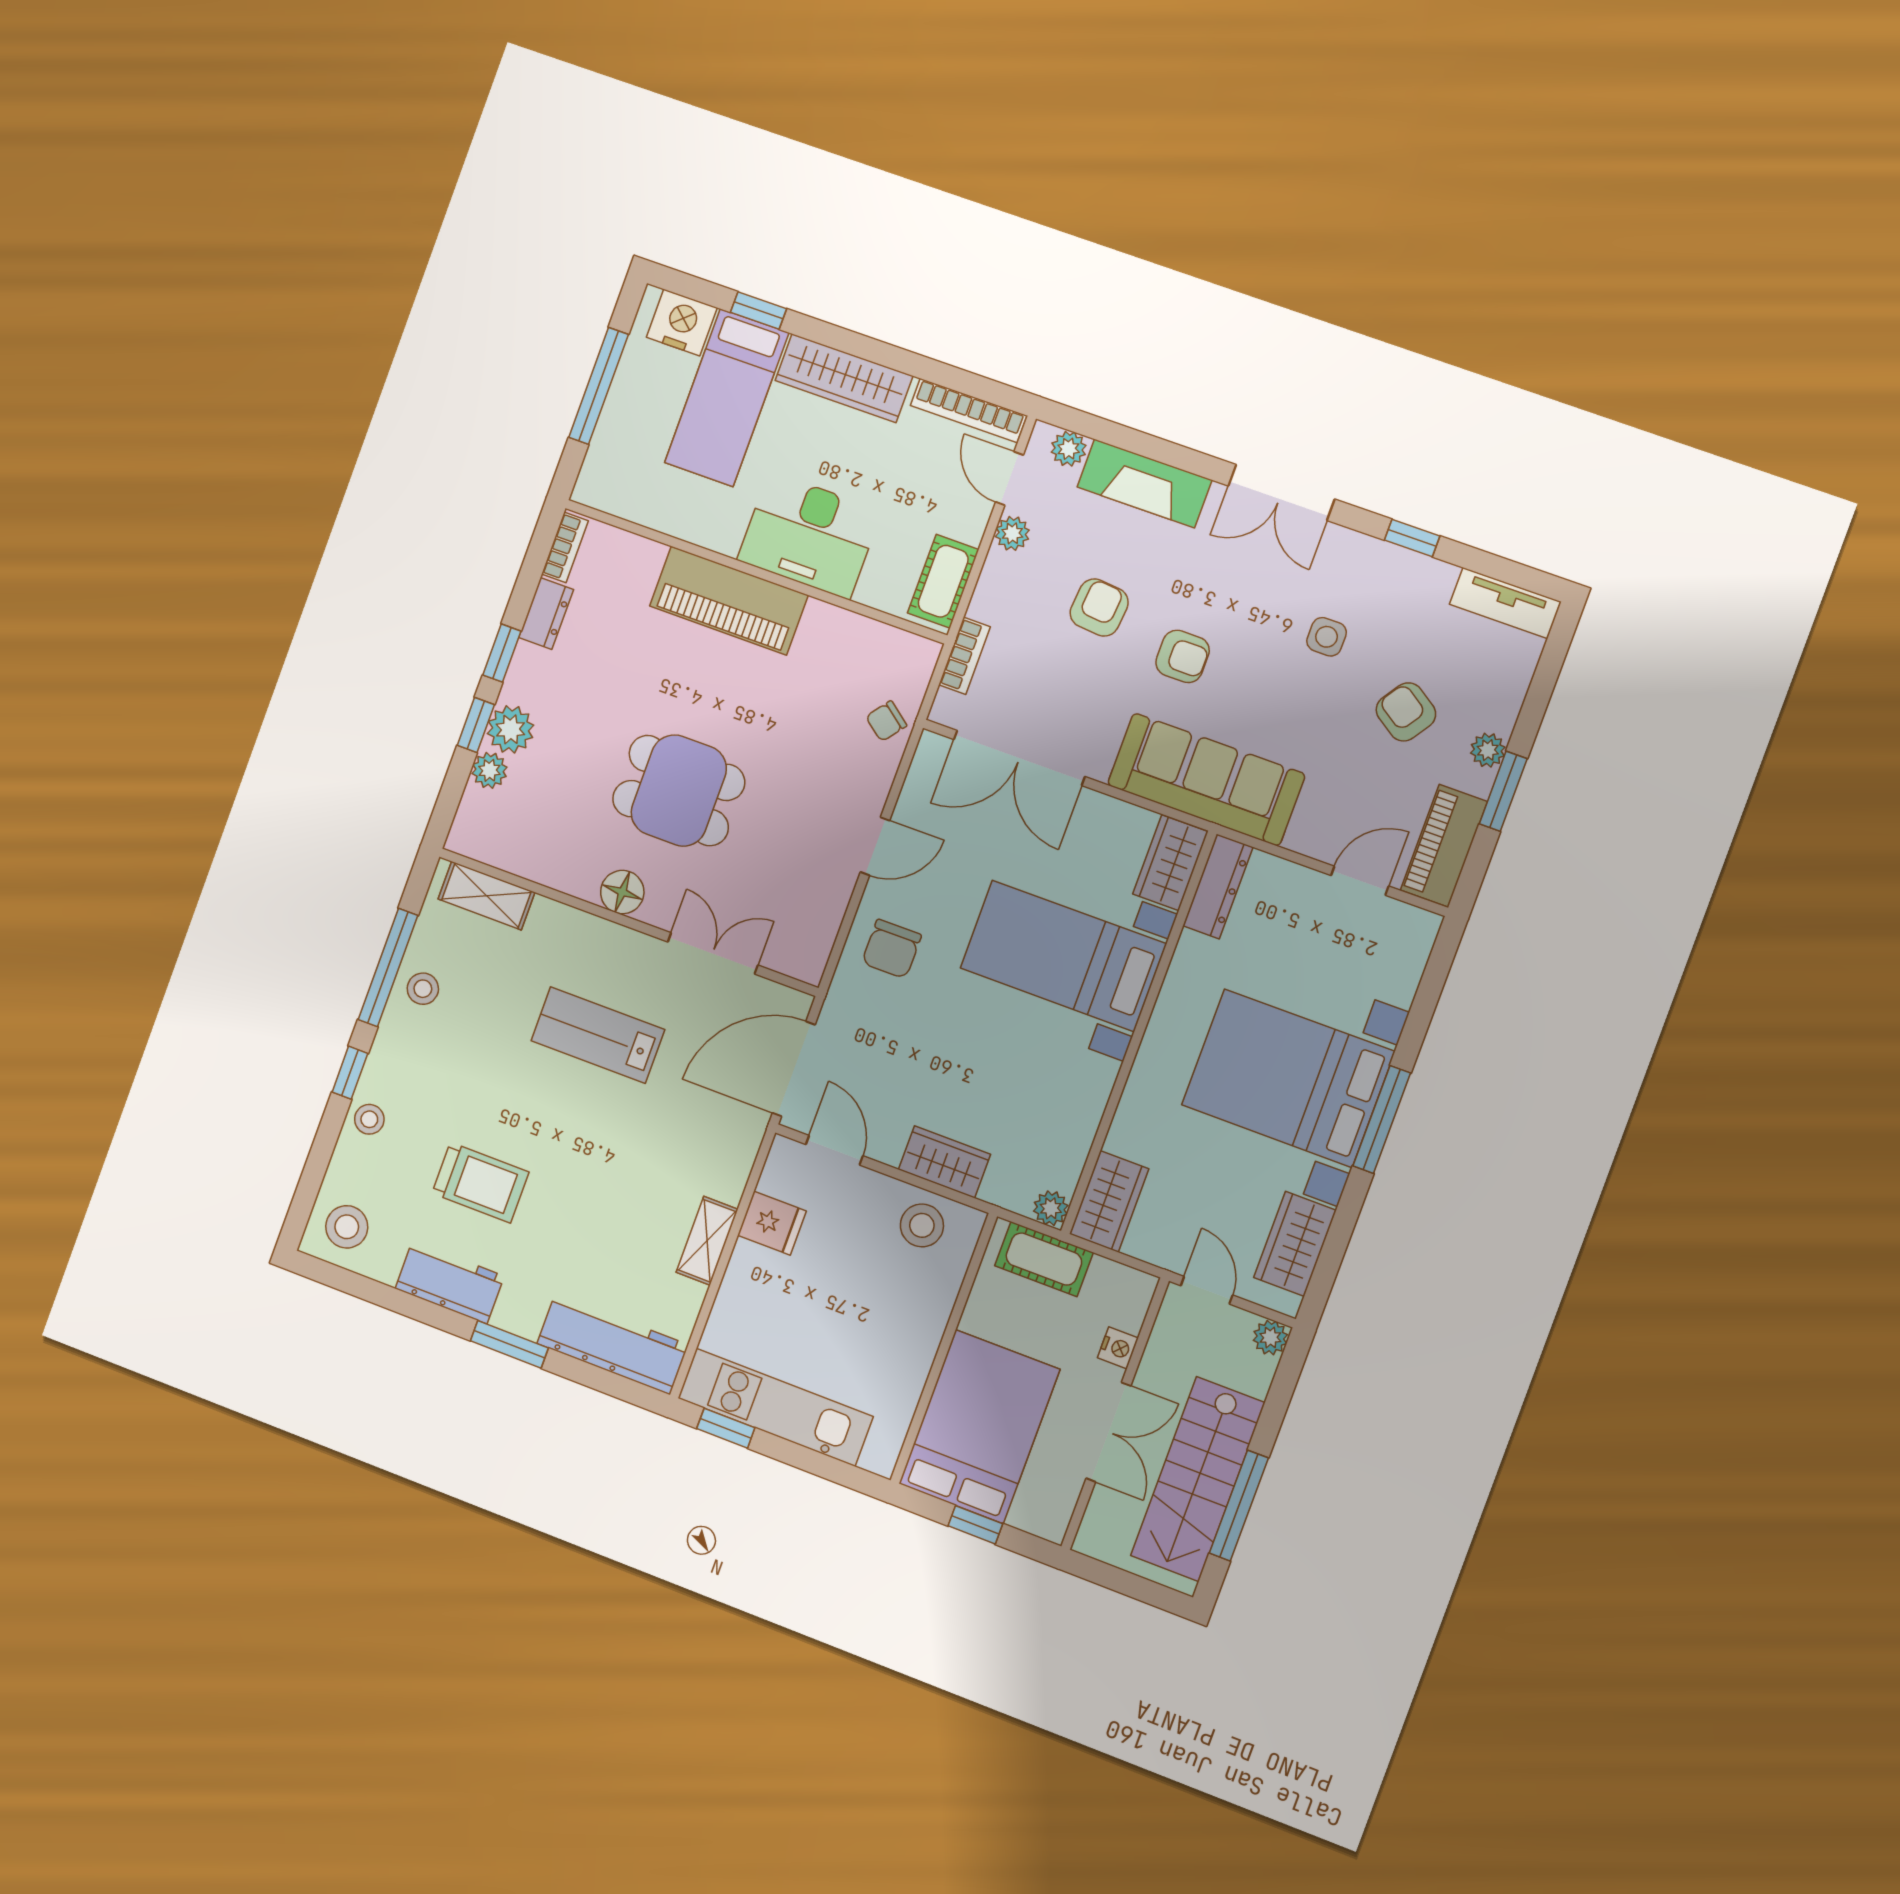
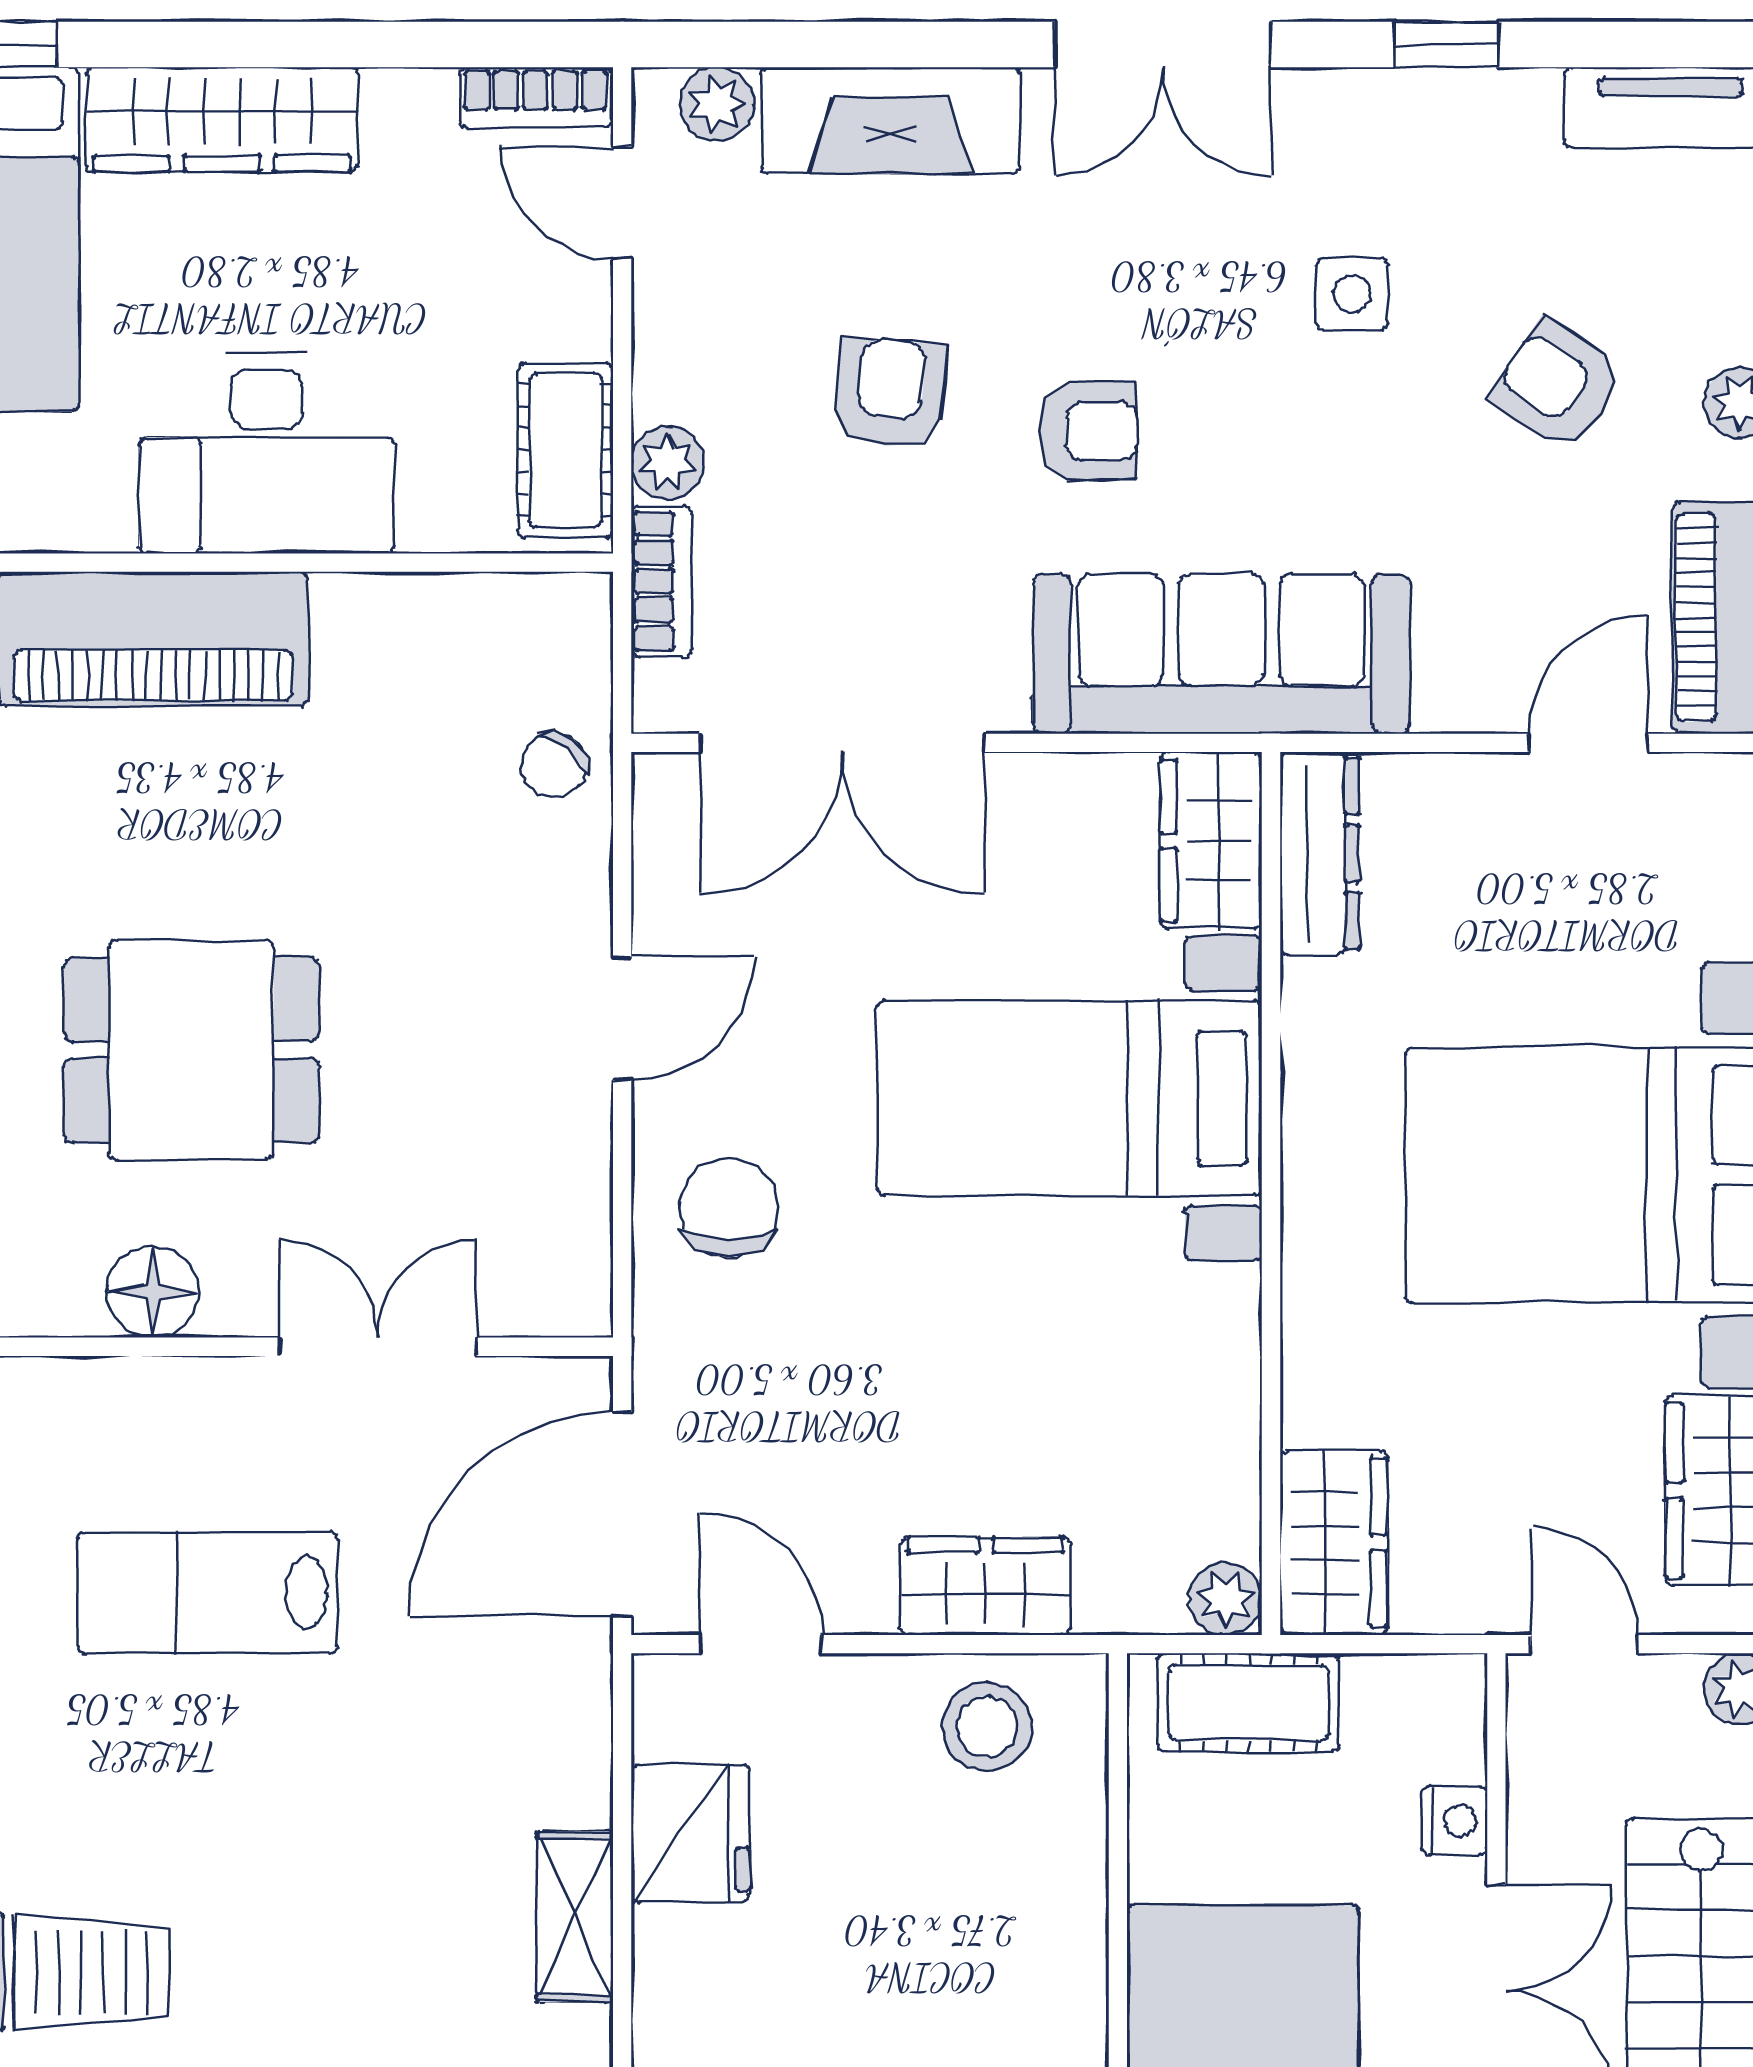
bookcase: (969, 411) -> (536, 97), width x0.64
plant: (1012, 533) -> (667, 463), moved
chair: (892, 949) -> (729, 1208), turned 180
fridge: (772, 1223) -> (690, 1833), width x1.38

